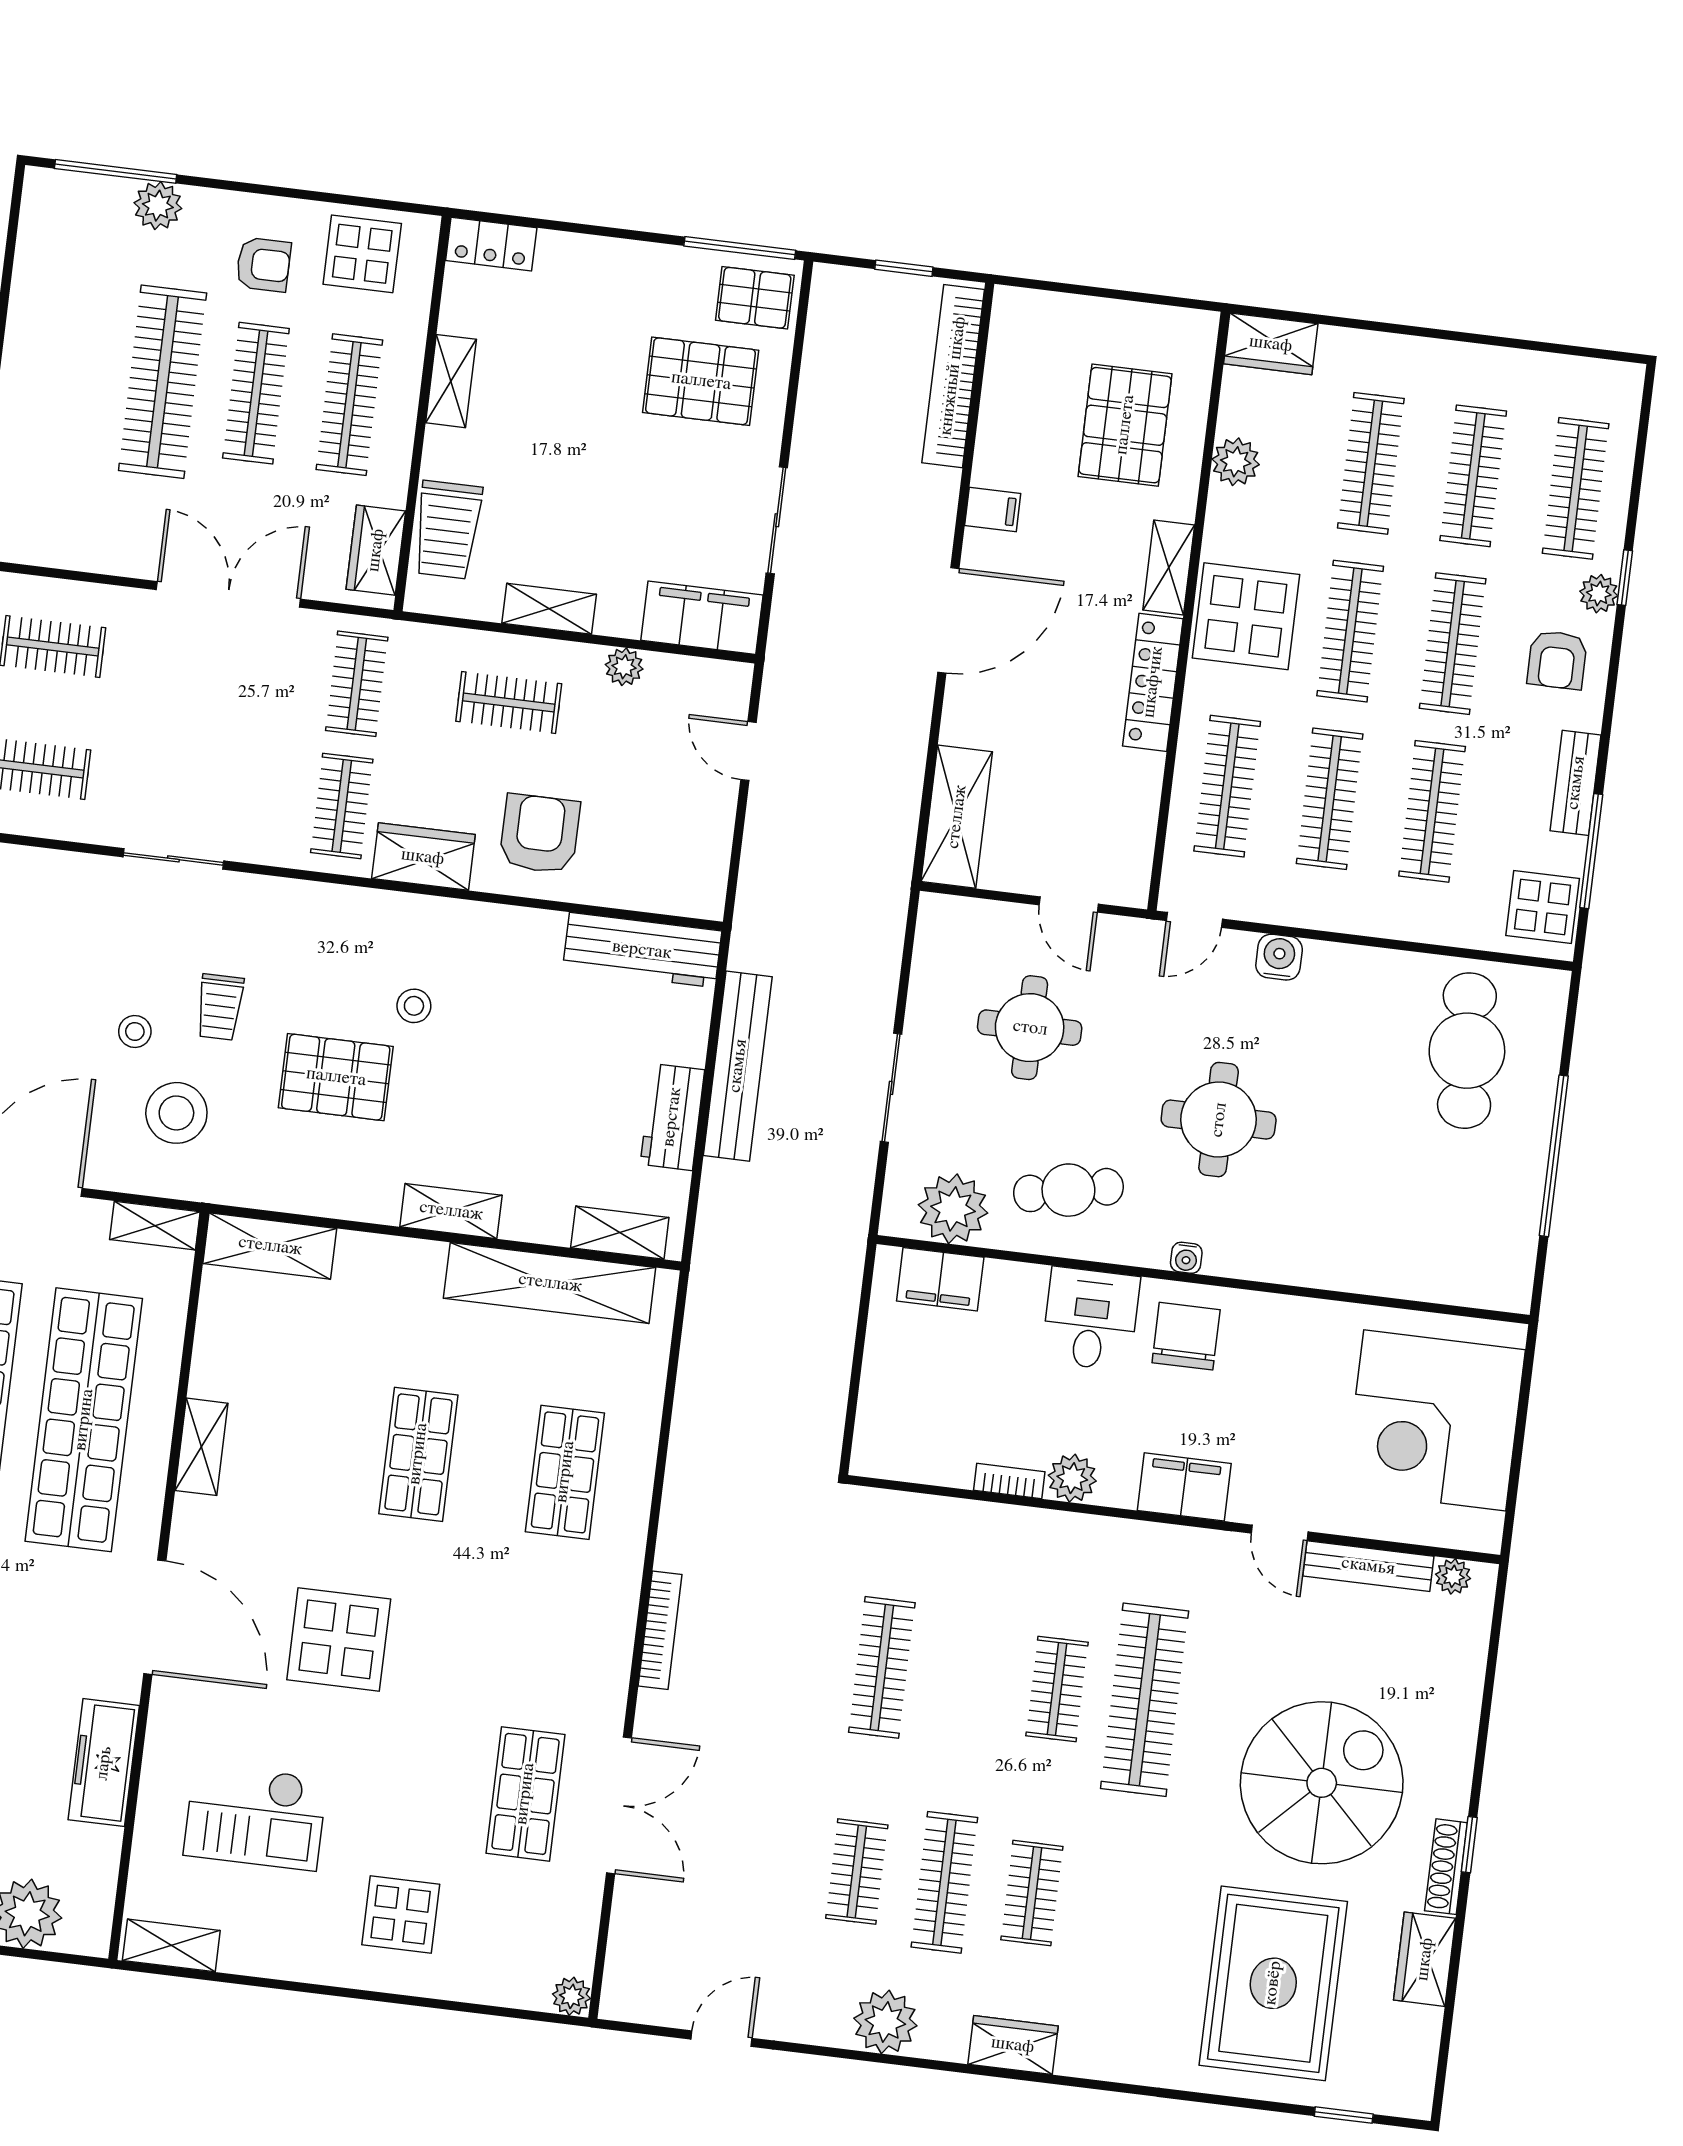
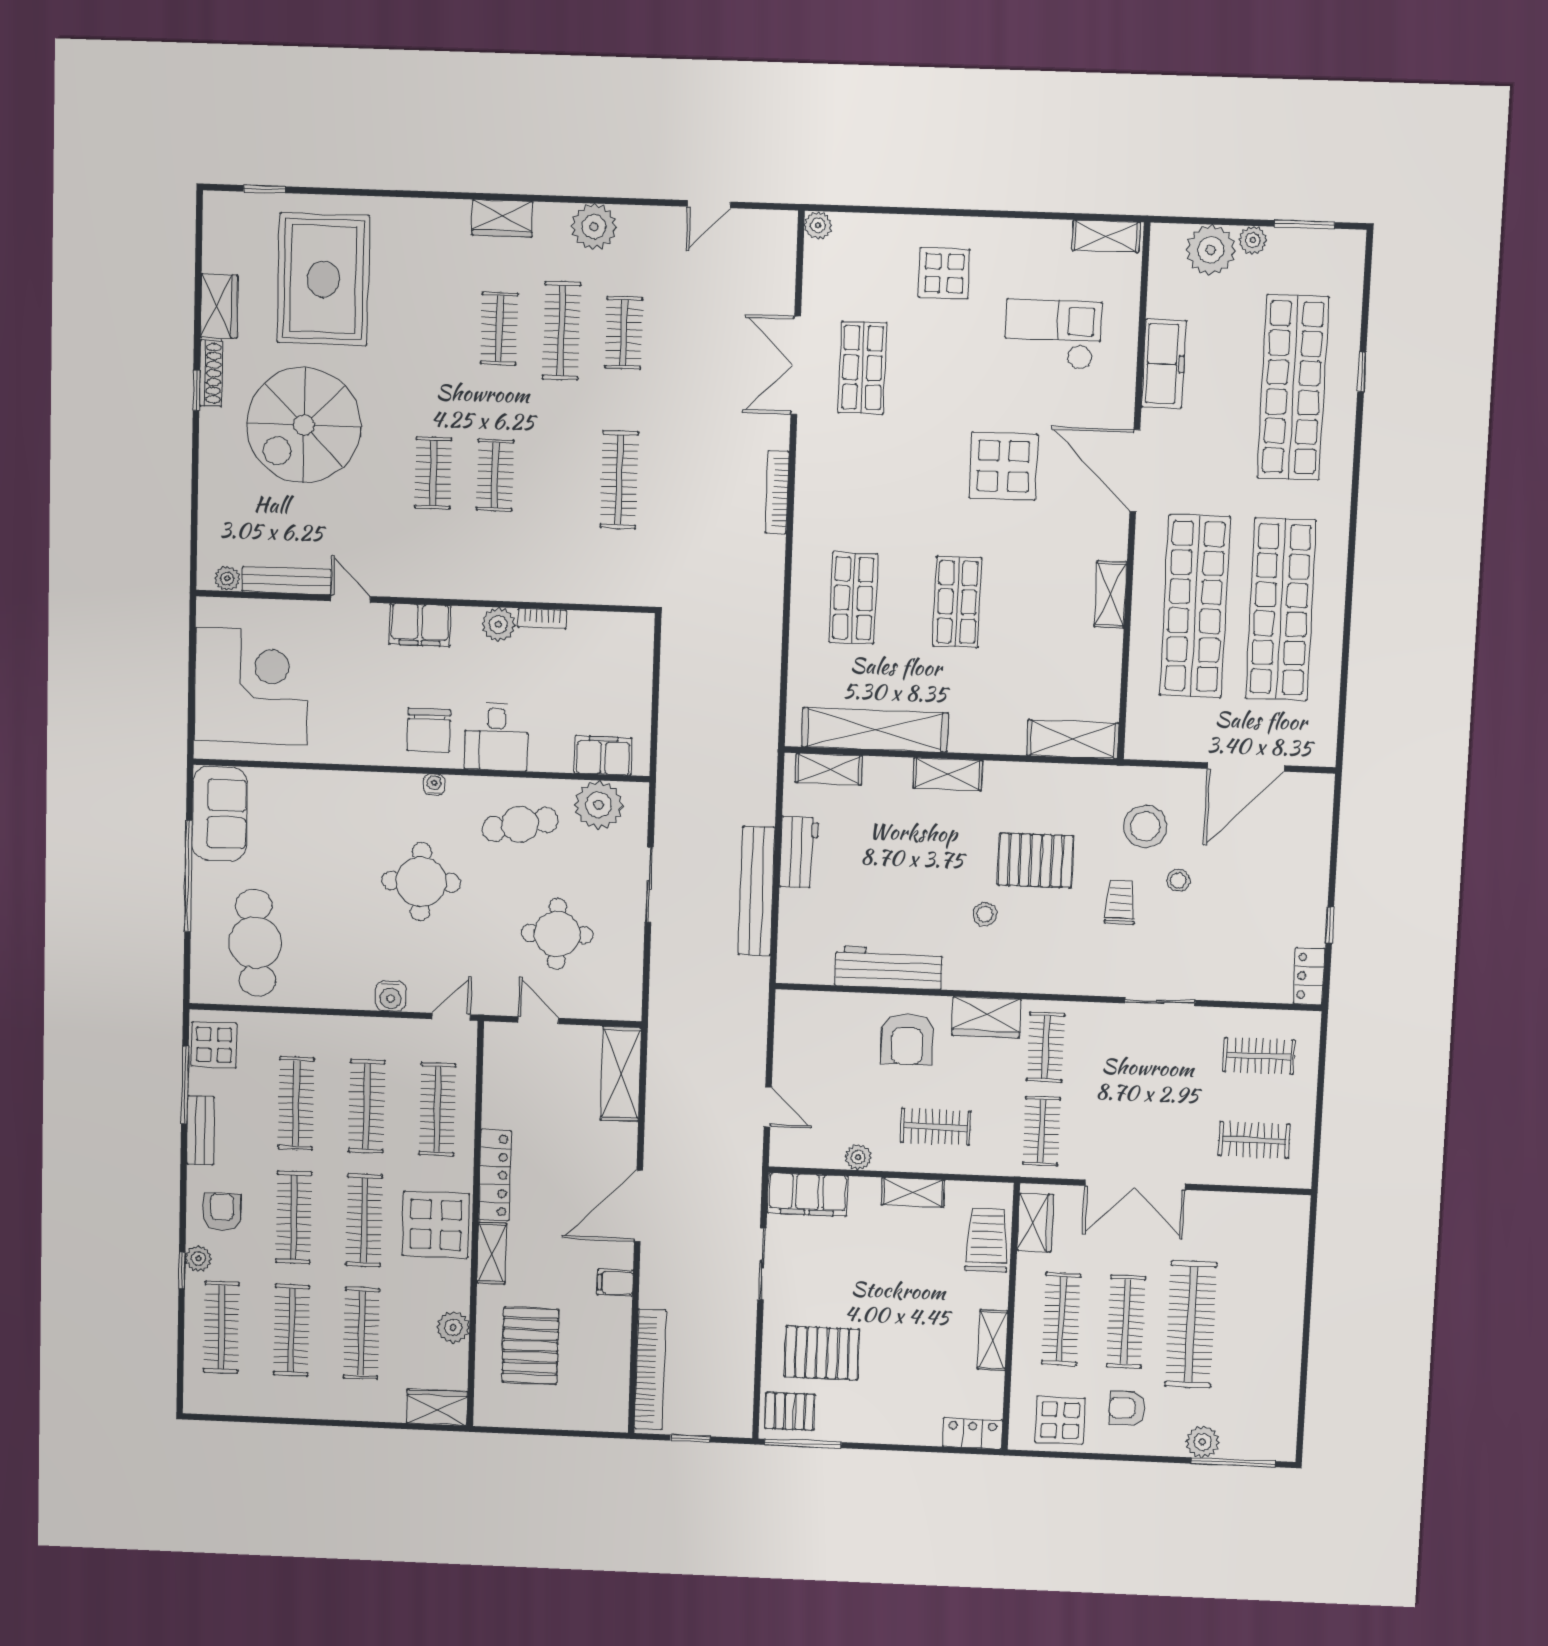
workbench: (642, 950) -> (889, 968), moved
shelving: (155, 1226) -> (1155, 747), removed
sofa: (1499, 1242) -> (220, 814), added
clothes rail: (1145, 1700) -> (433, 473), width x0.54, depth x0.76

